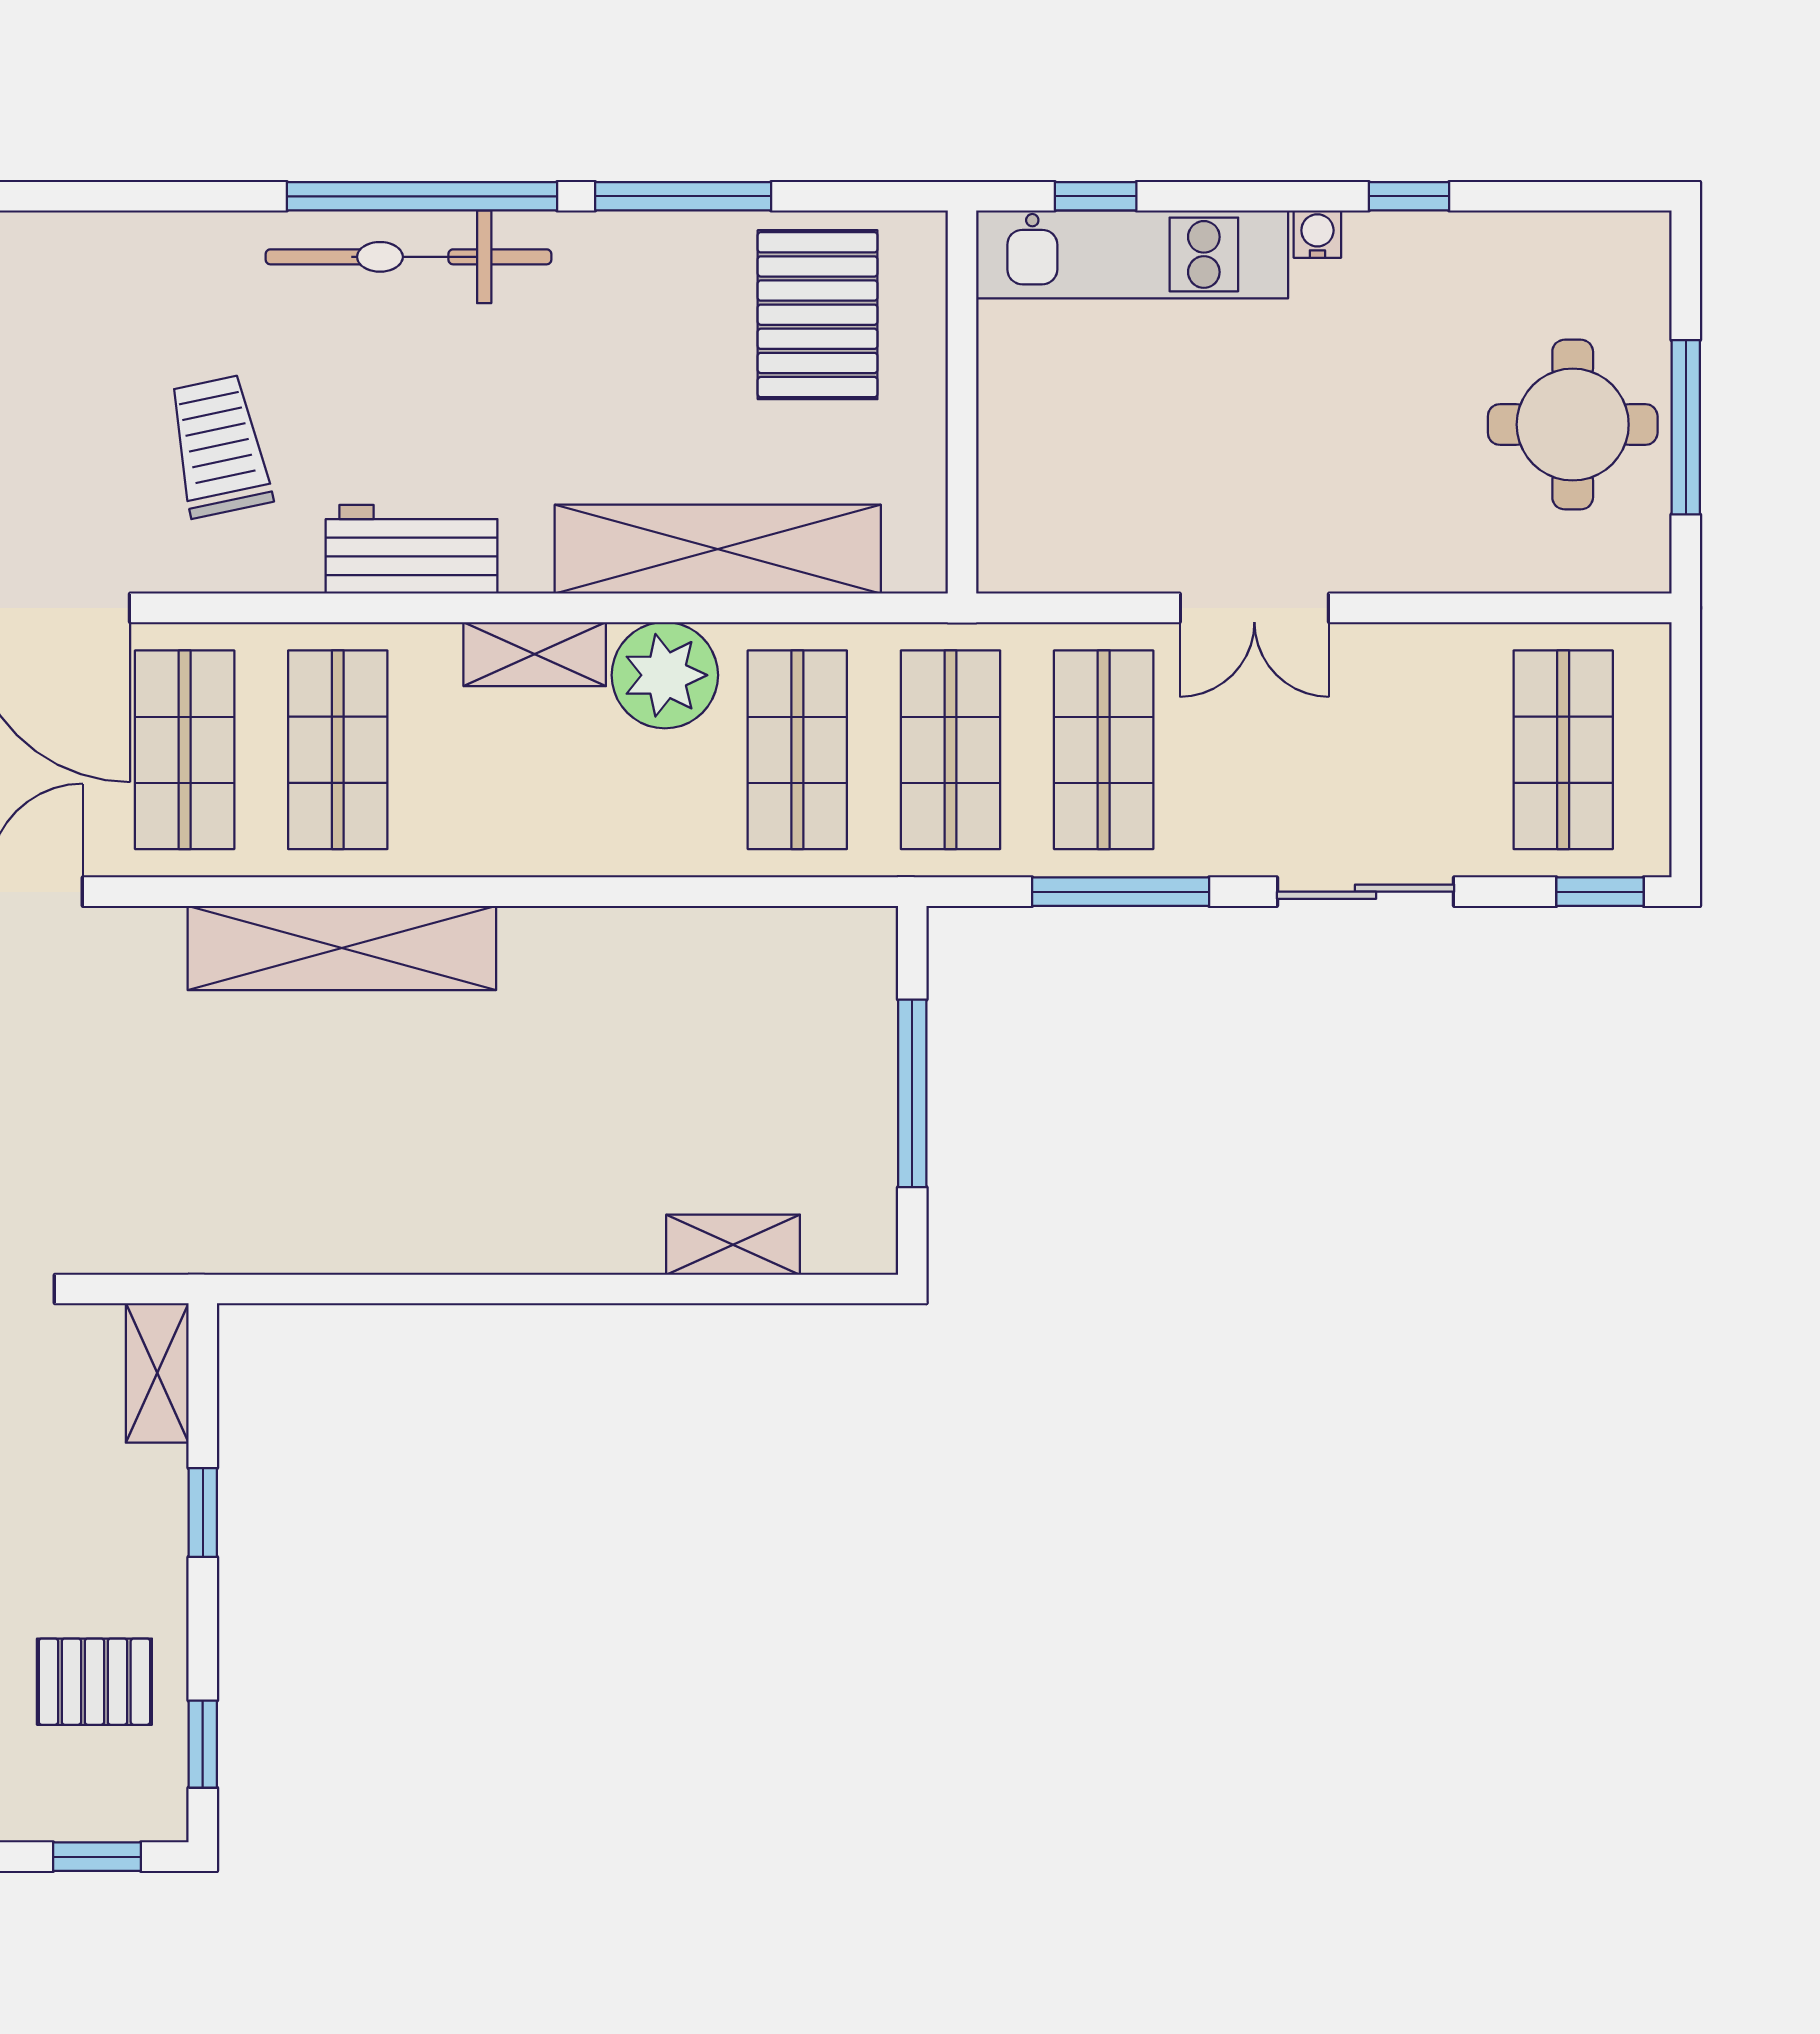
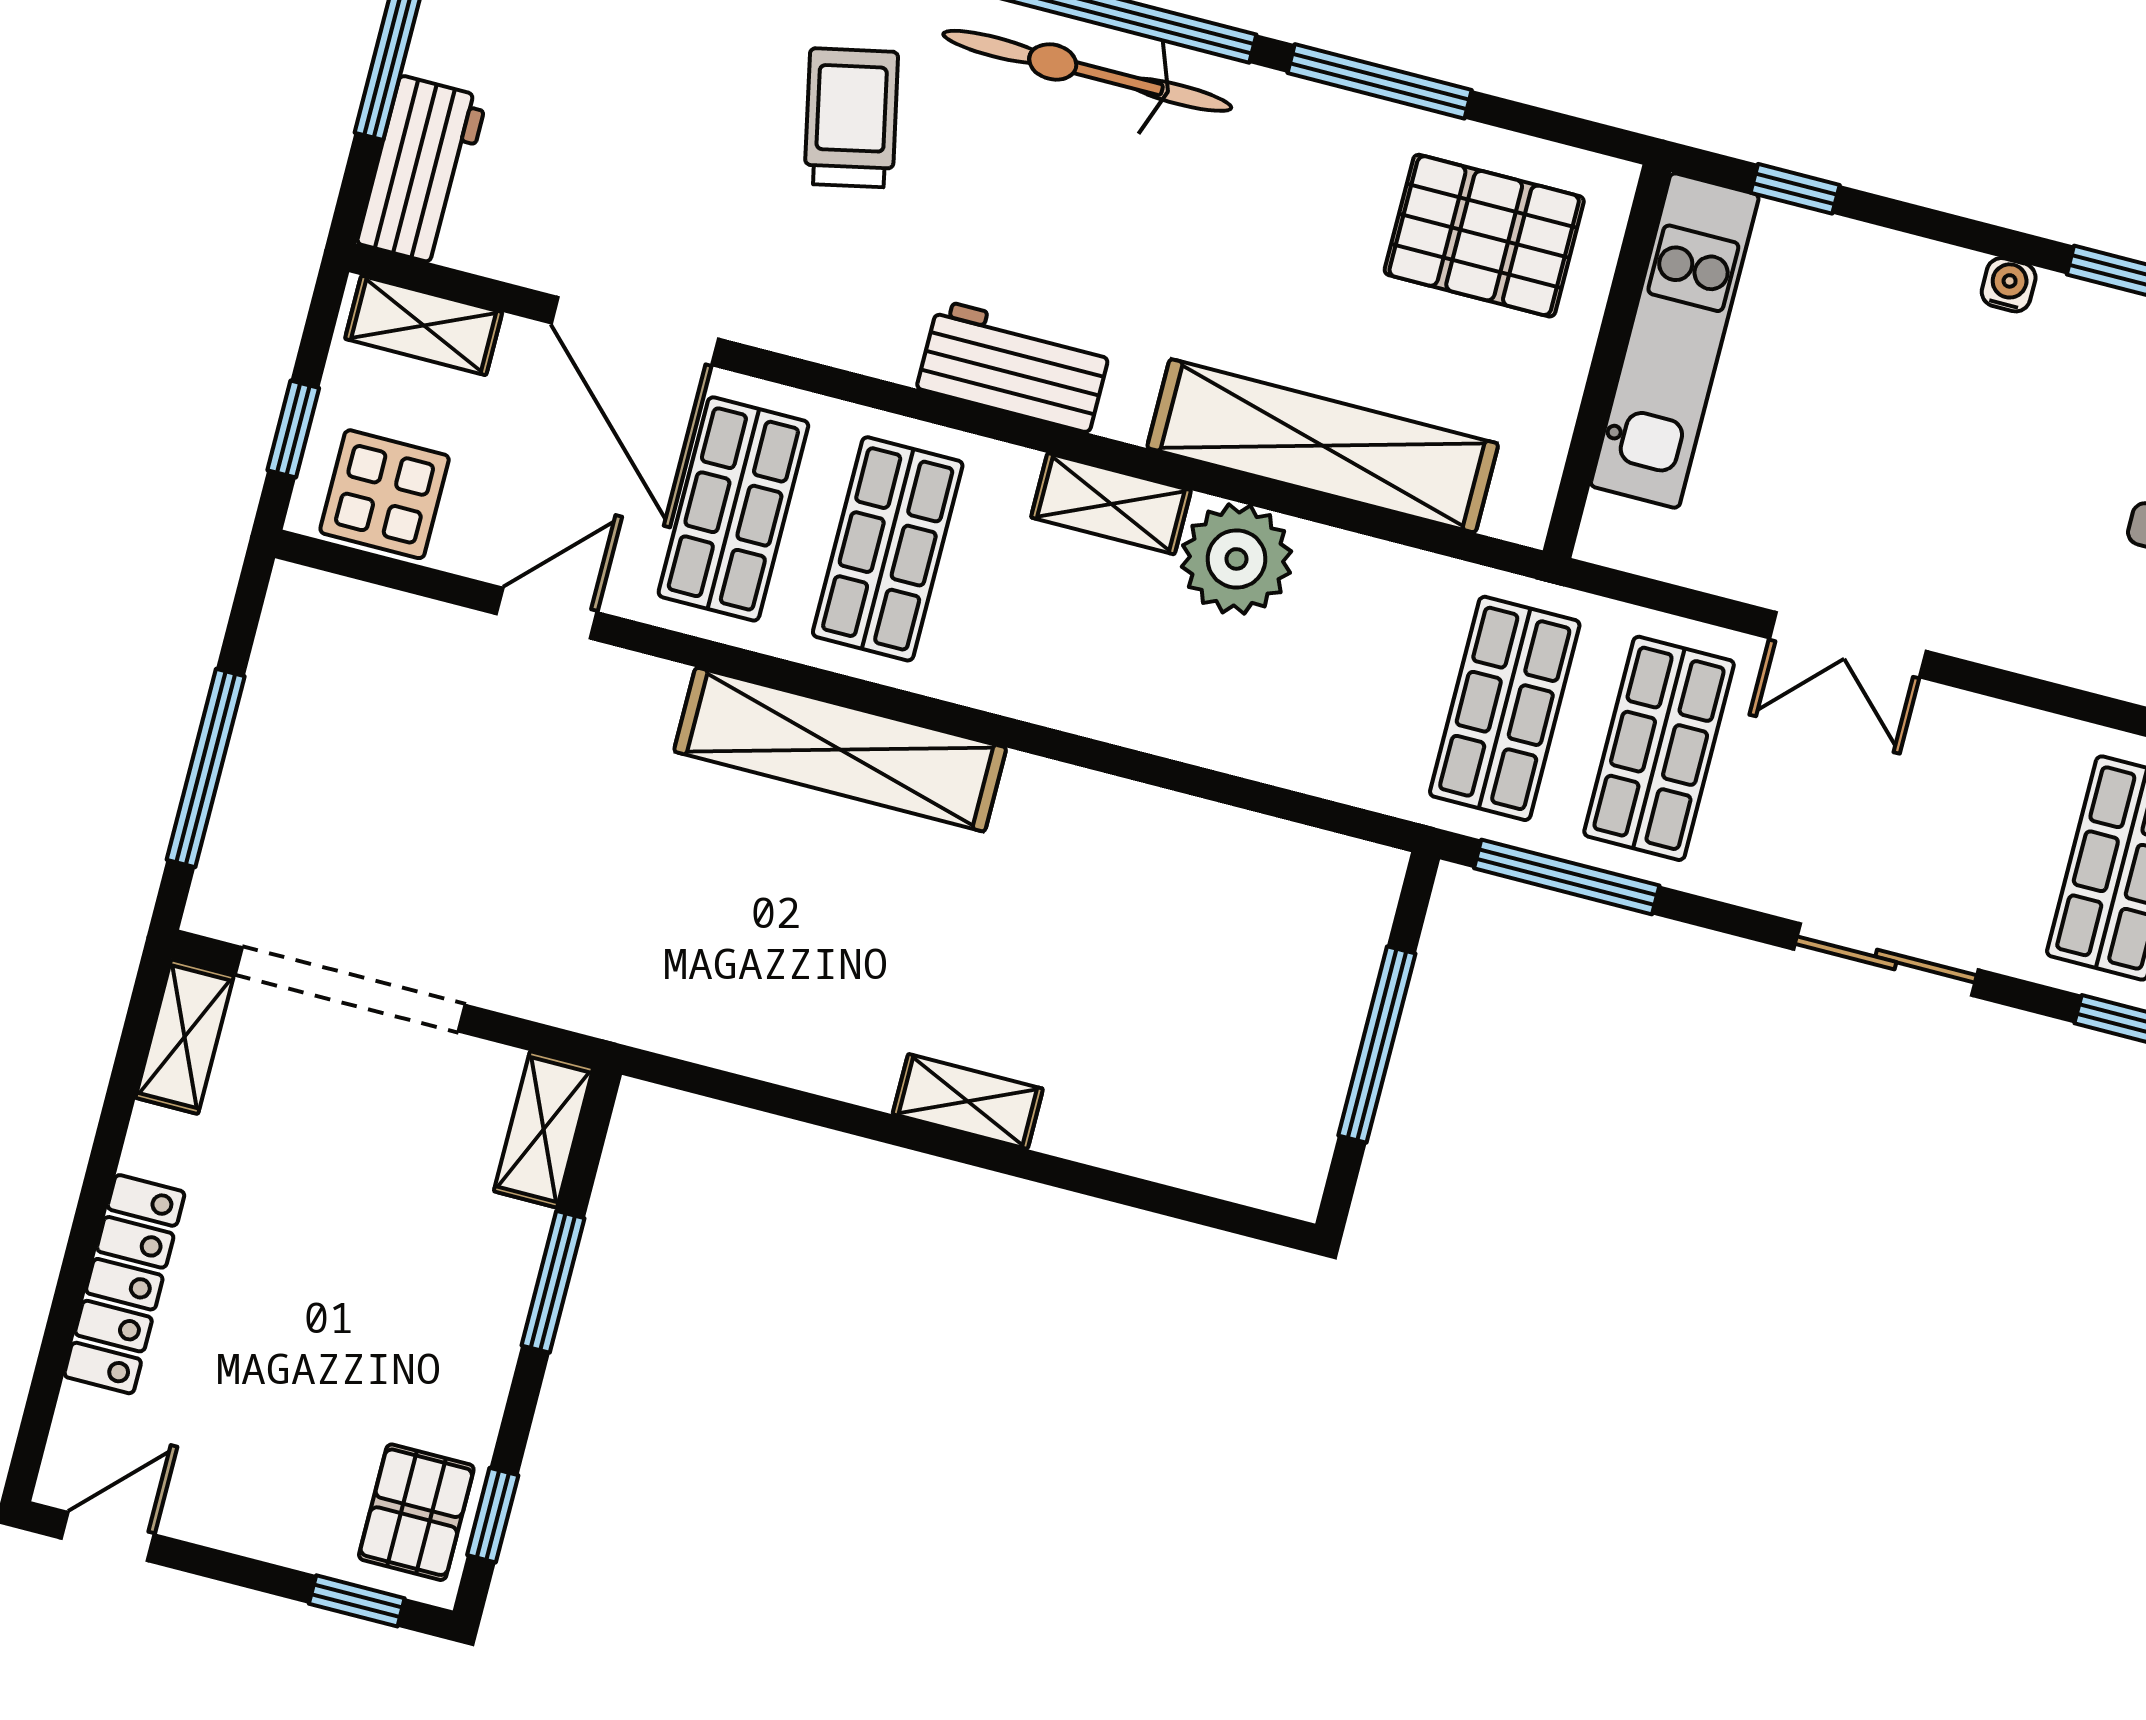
kitchen unit: (1132, 254) -> (1675, 341), moved, turned -90
pallet: (818, 315) -> (1484, 236), turned 90
trolley: (219, 446) -> (851, 118), moved
shop shelf: (797, 750) -> (1350, 669), removed
window: (1121, 892) -> (1567, 877), moved
shelving: (733, 1245) -> (968, 1101), moved
window: (203, 1512) -> (553, 1282), width x1.50
pallet: (94, 1682) -> (416, 1512), moved, turned 90

